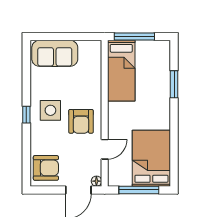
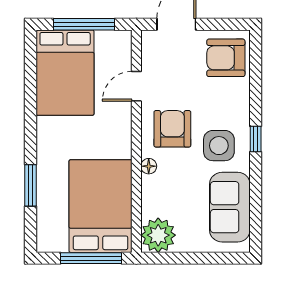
plant: (90, 51) -> (158, 235), added
sofa: (55, 53) -> (230, 207), moved, turned -90
bed: (121, 71) -> (101, 206), width x1.50
floor lamp: (96, 181) -> (149, 166), moved

